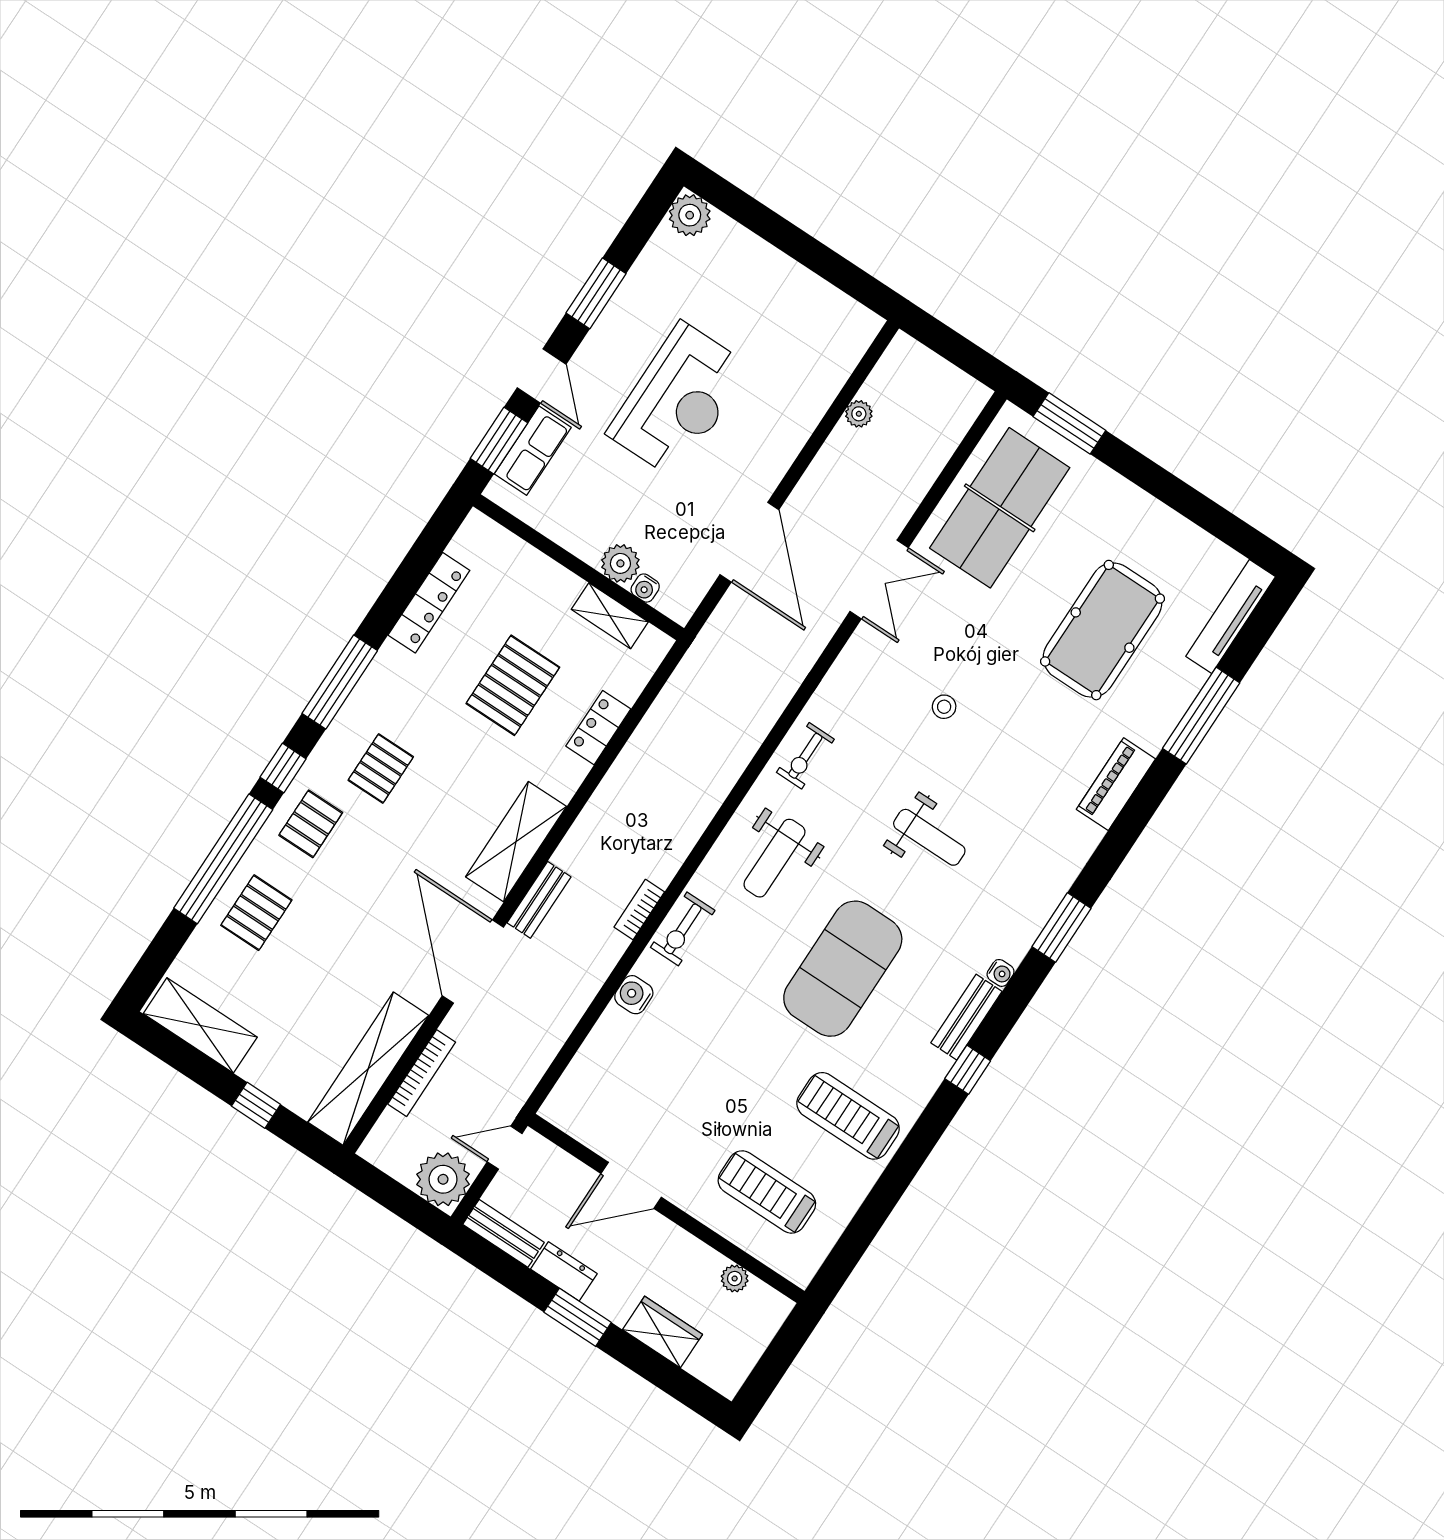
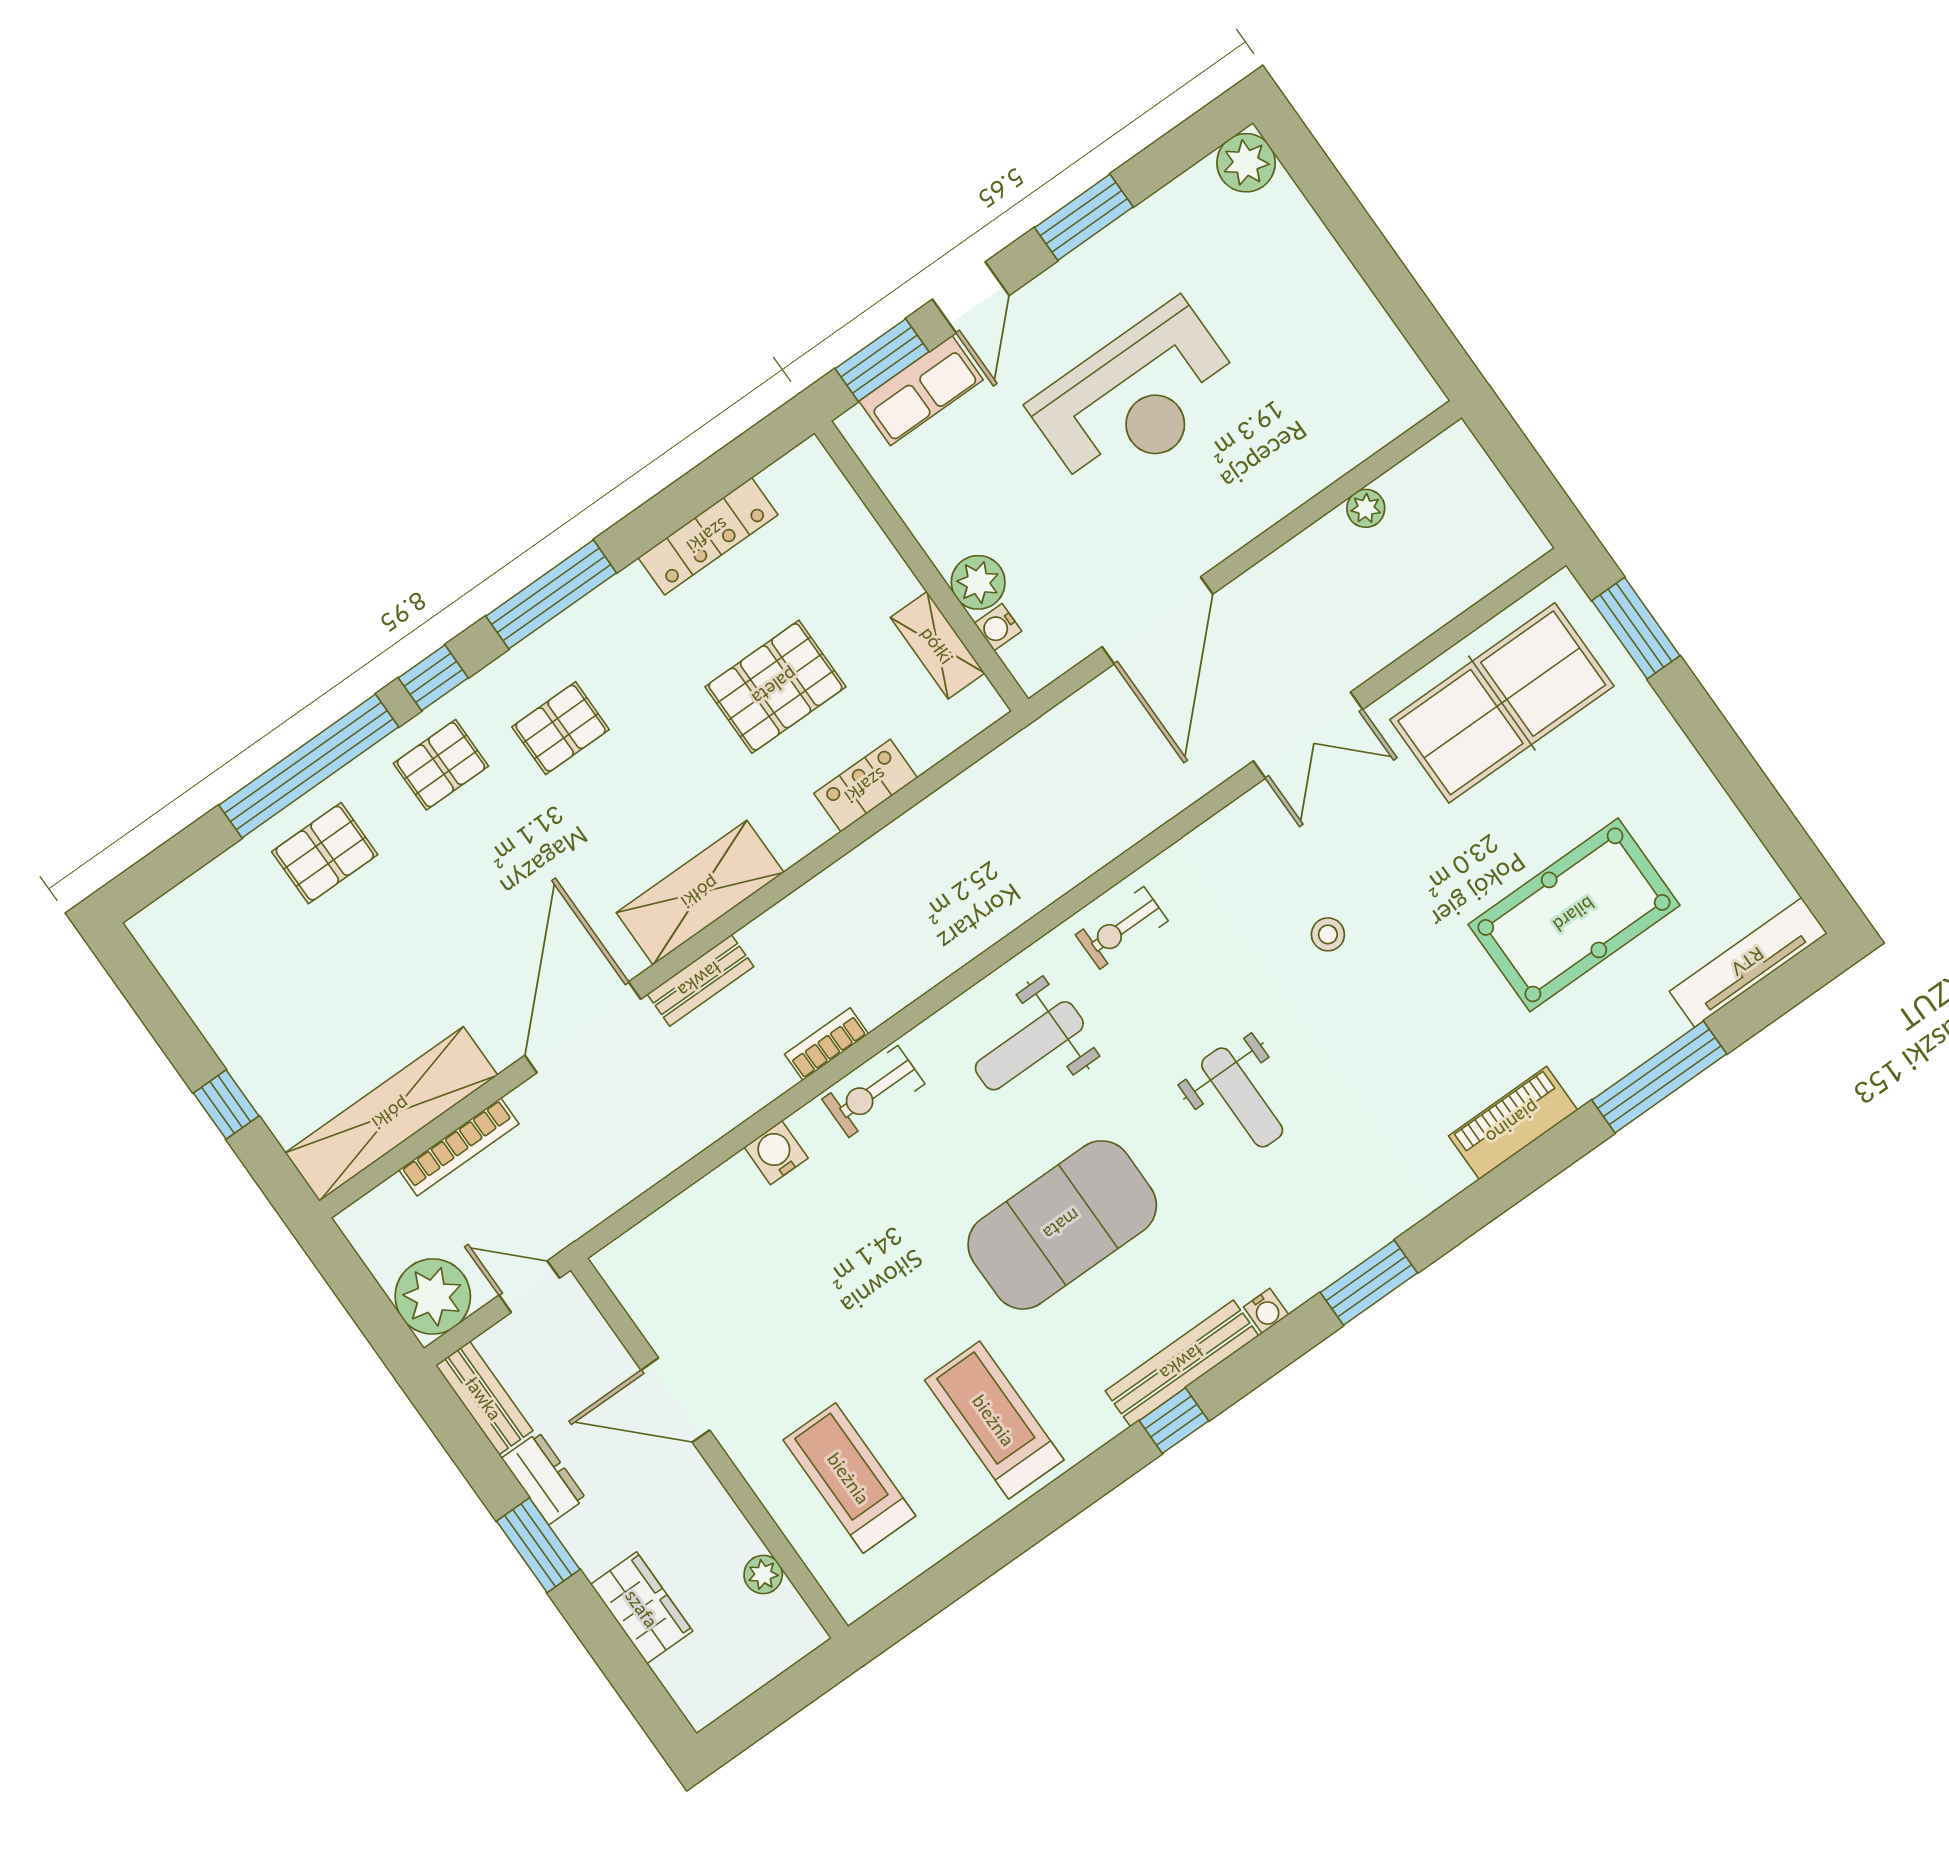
bench: (966, 1017) -> (1182, 1363), width x1.36
shelving: (200, 1025) -> (194, 972), removed

